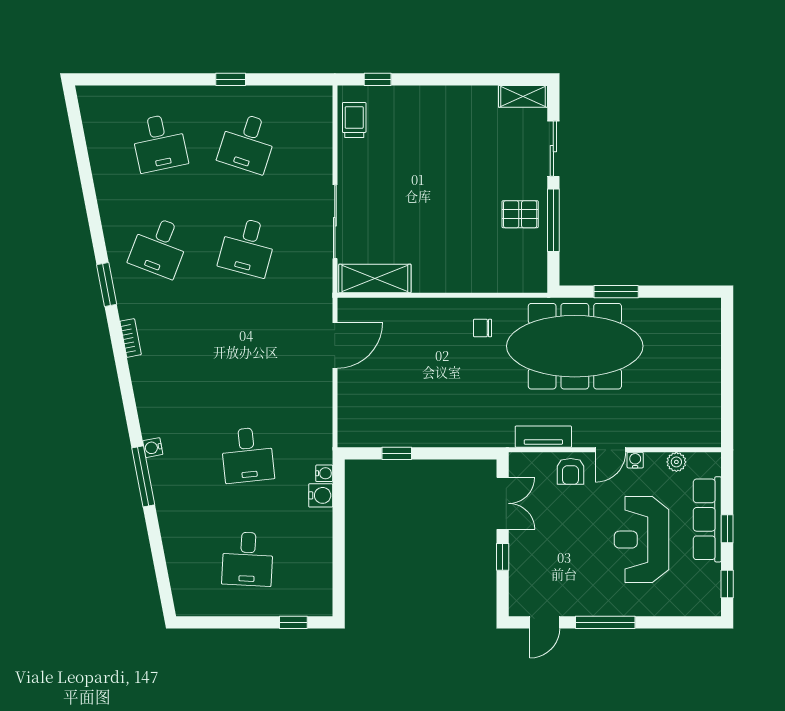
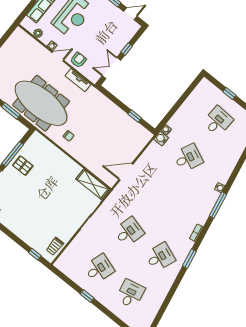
desk: (248, 455) -> (188, 158), turned 30
window: (143, 476) -> (218, 205), moved
water cooler: (321, 495) -> (161, 138), moved
window: (293, 622) -> (229, 93), moved

